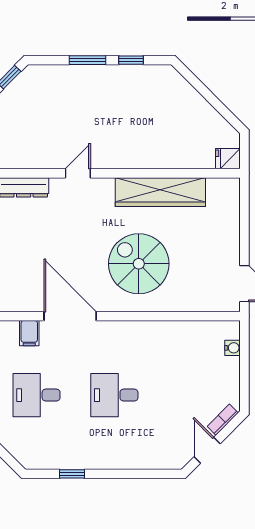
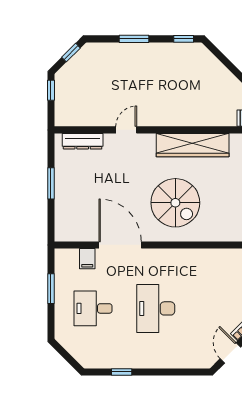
window: (131, 60) -> (184, 39), moved
spiral stairs: (139, 264) -> (175, 203), turned 180
desk: (114, 395) -> (156, 308), width x1.37

